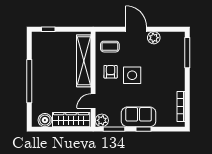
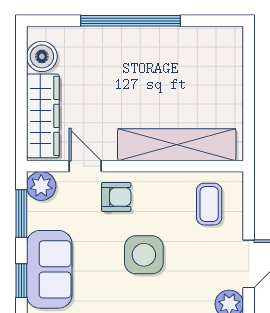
window: (48, 29) -> (249, 64), removed
armchair: (111, 72) -> (116, 197), moved

